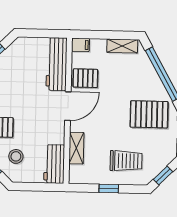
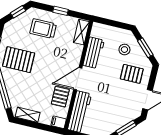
pallet: (85, 78) -> (60, 97), turned 90
shelving: (76, 148) -> (81, 32), moved
workbench: (54, 164) -> (94, 53), moved

